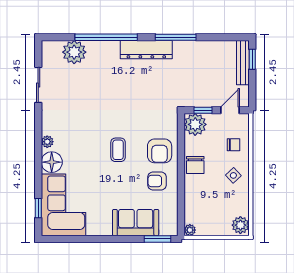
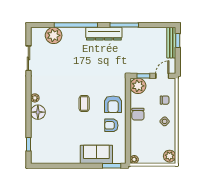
corner sofa: (63, 205) -> (46, 142), removed

